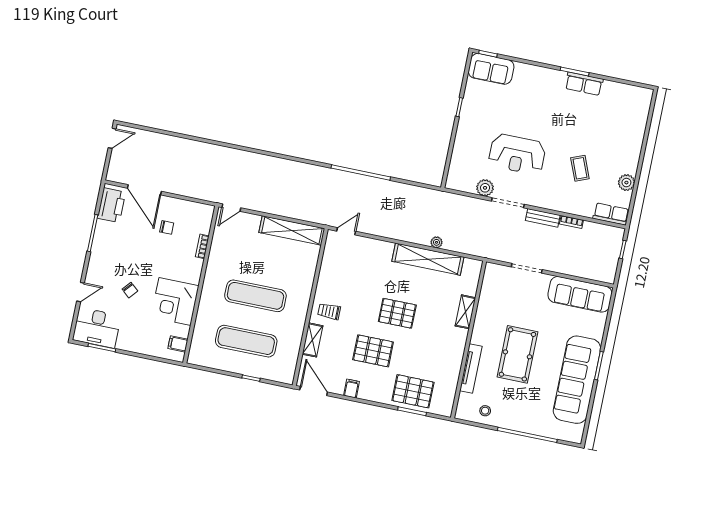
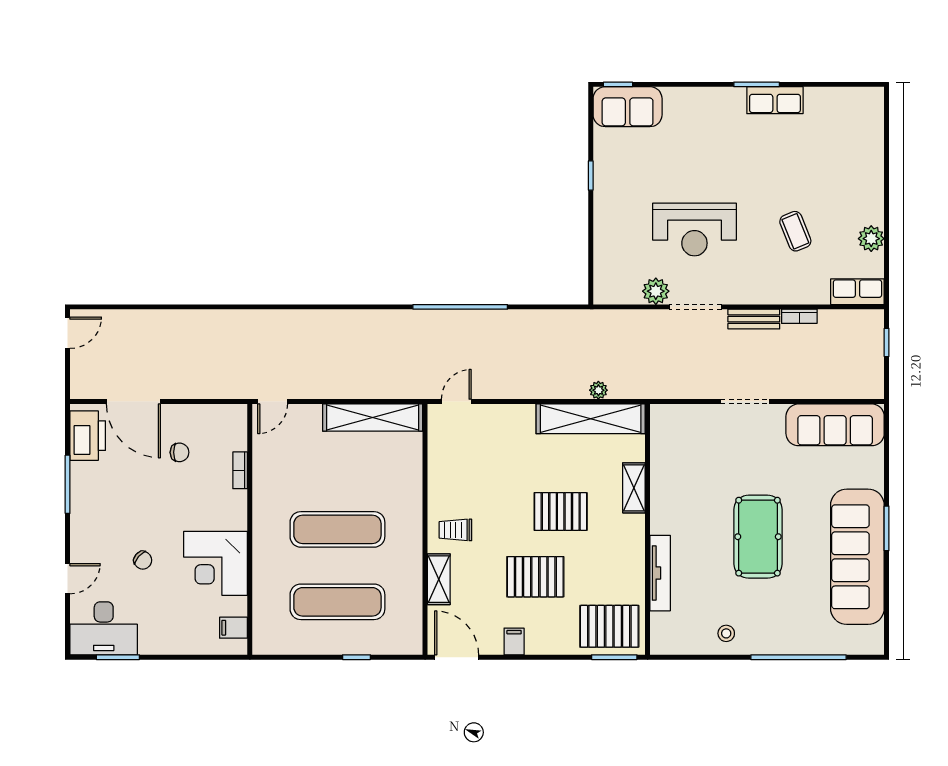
shelving: (465, 312) -> (634, 488), moved
wall: (469, 340) -> (648, 529), moved
tv unit: (471, 368) -> (660, 573), moved

